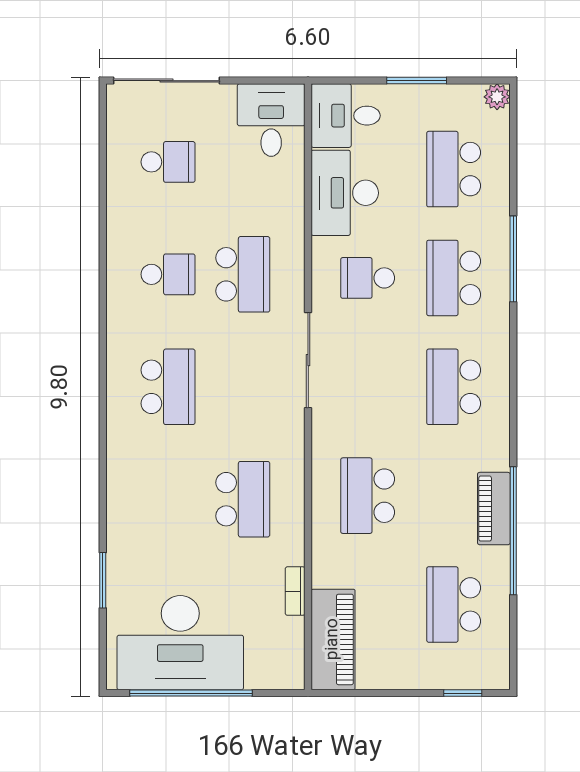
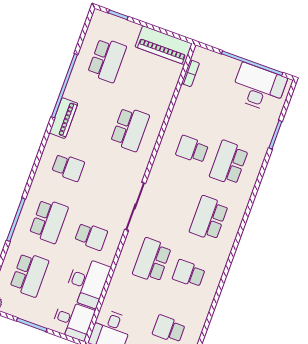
school desk: (454, 387) -> (68, 167), width x0.54
school desk: (168, 499) -> (229, 163), added
school desk: (243, 499) -> (192, 149), width x0.54
piano: (494, 509) -> (64, 118), moved
bookcase: (295, 591) -> (190, 73), moved
piano: (333, 639) -> (164, 45), moved, turned -90
desk: (180, 643) -> (259, 88), width x0.73, depth x0.77

